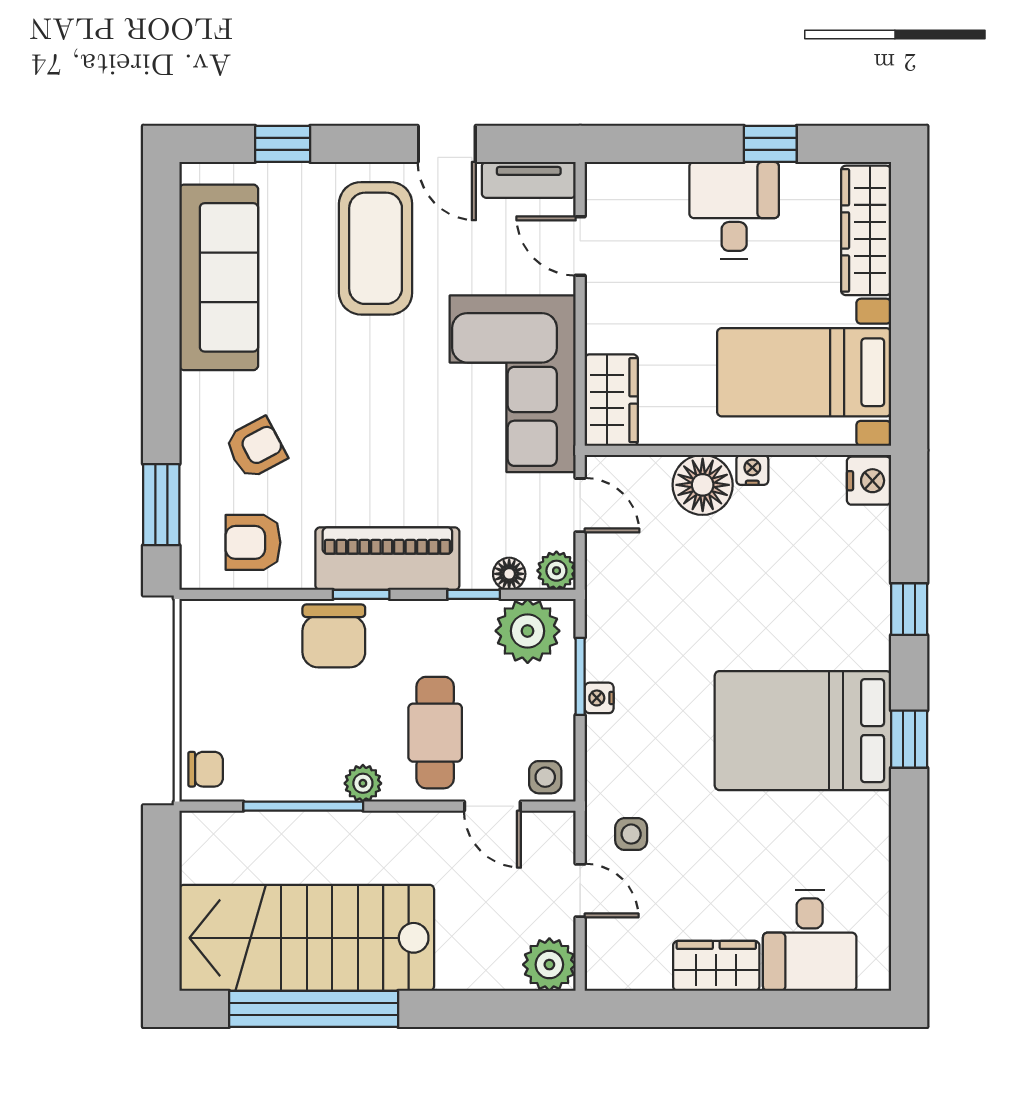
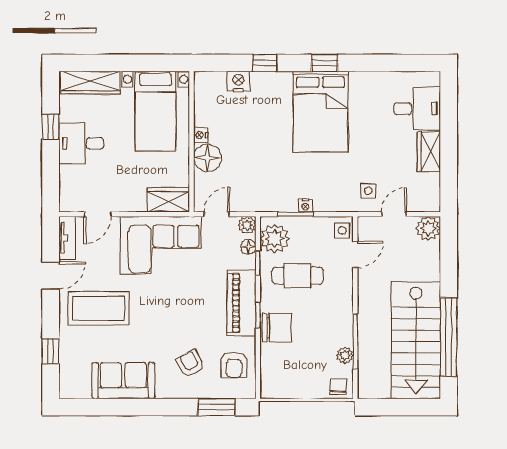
sofa: (219, 277) -> (123, 381), width x0.73
nightstand: (869, 481) -> (238, 81), moved
cafe table: (435, 733) -> (297, 276), moved
plant: (363, 783) -> (345, 355), moved

